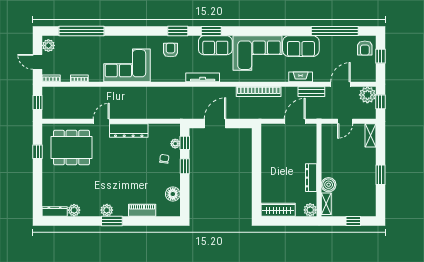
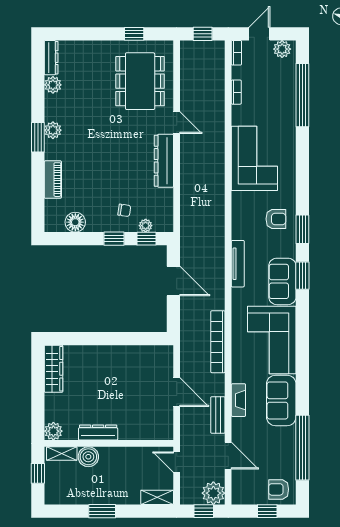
wall: (319, 170) -> (109, 443), moved
dresser: (311, 178) -> (98, 433), moved
boiler: (329, 185) -> (88, 457), moved
shelving: (326, 204) -> (62, 454), moved
plant: (310, 210) -> (53, 431), moved

